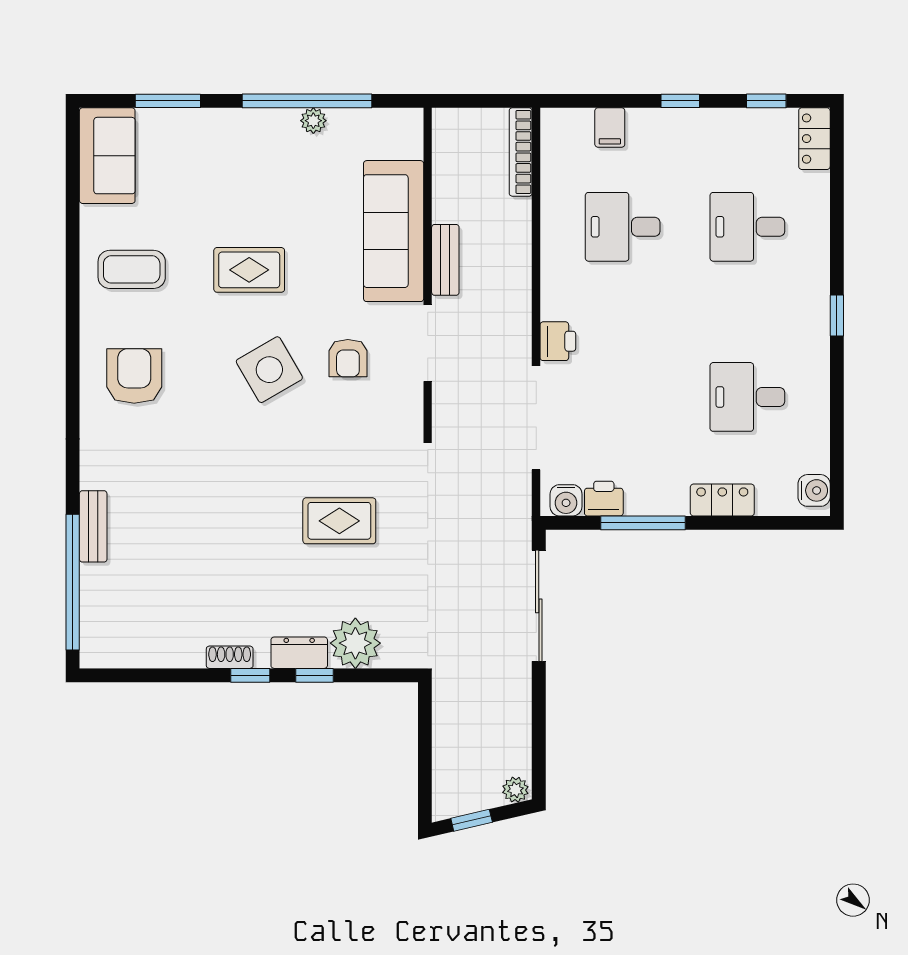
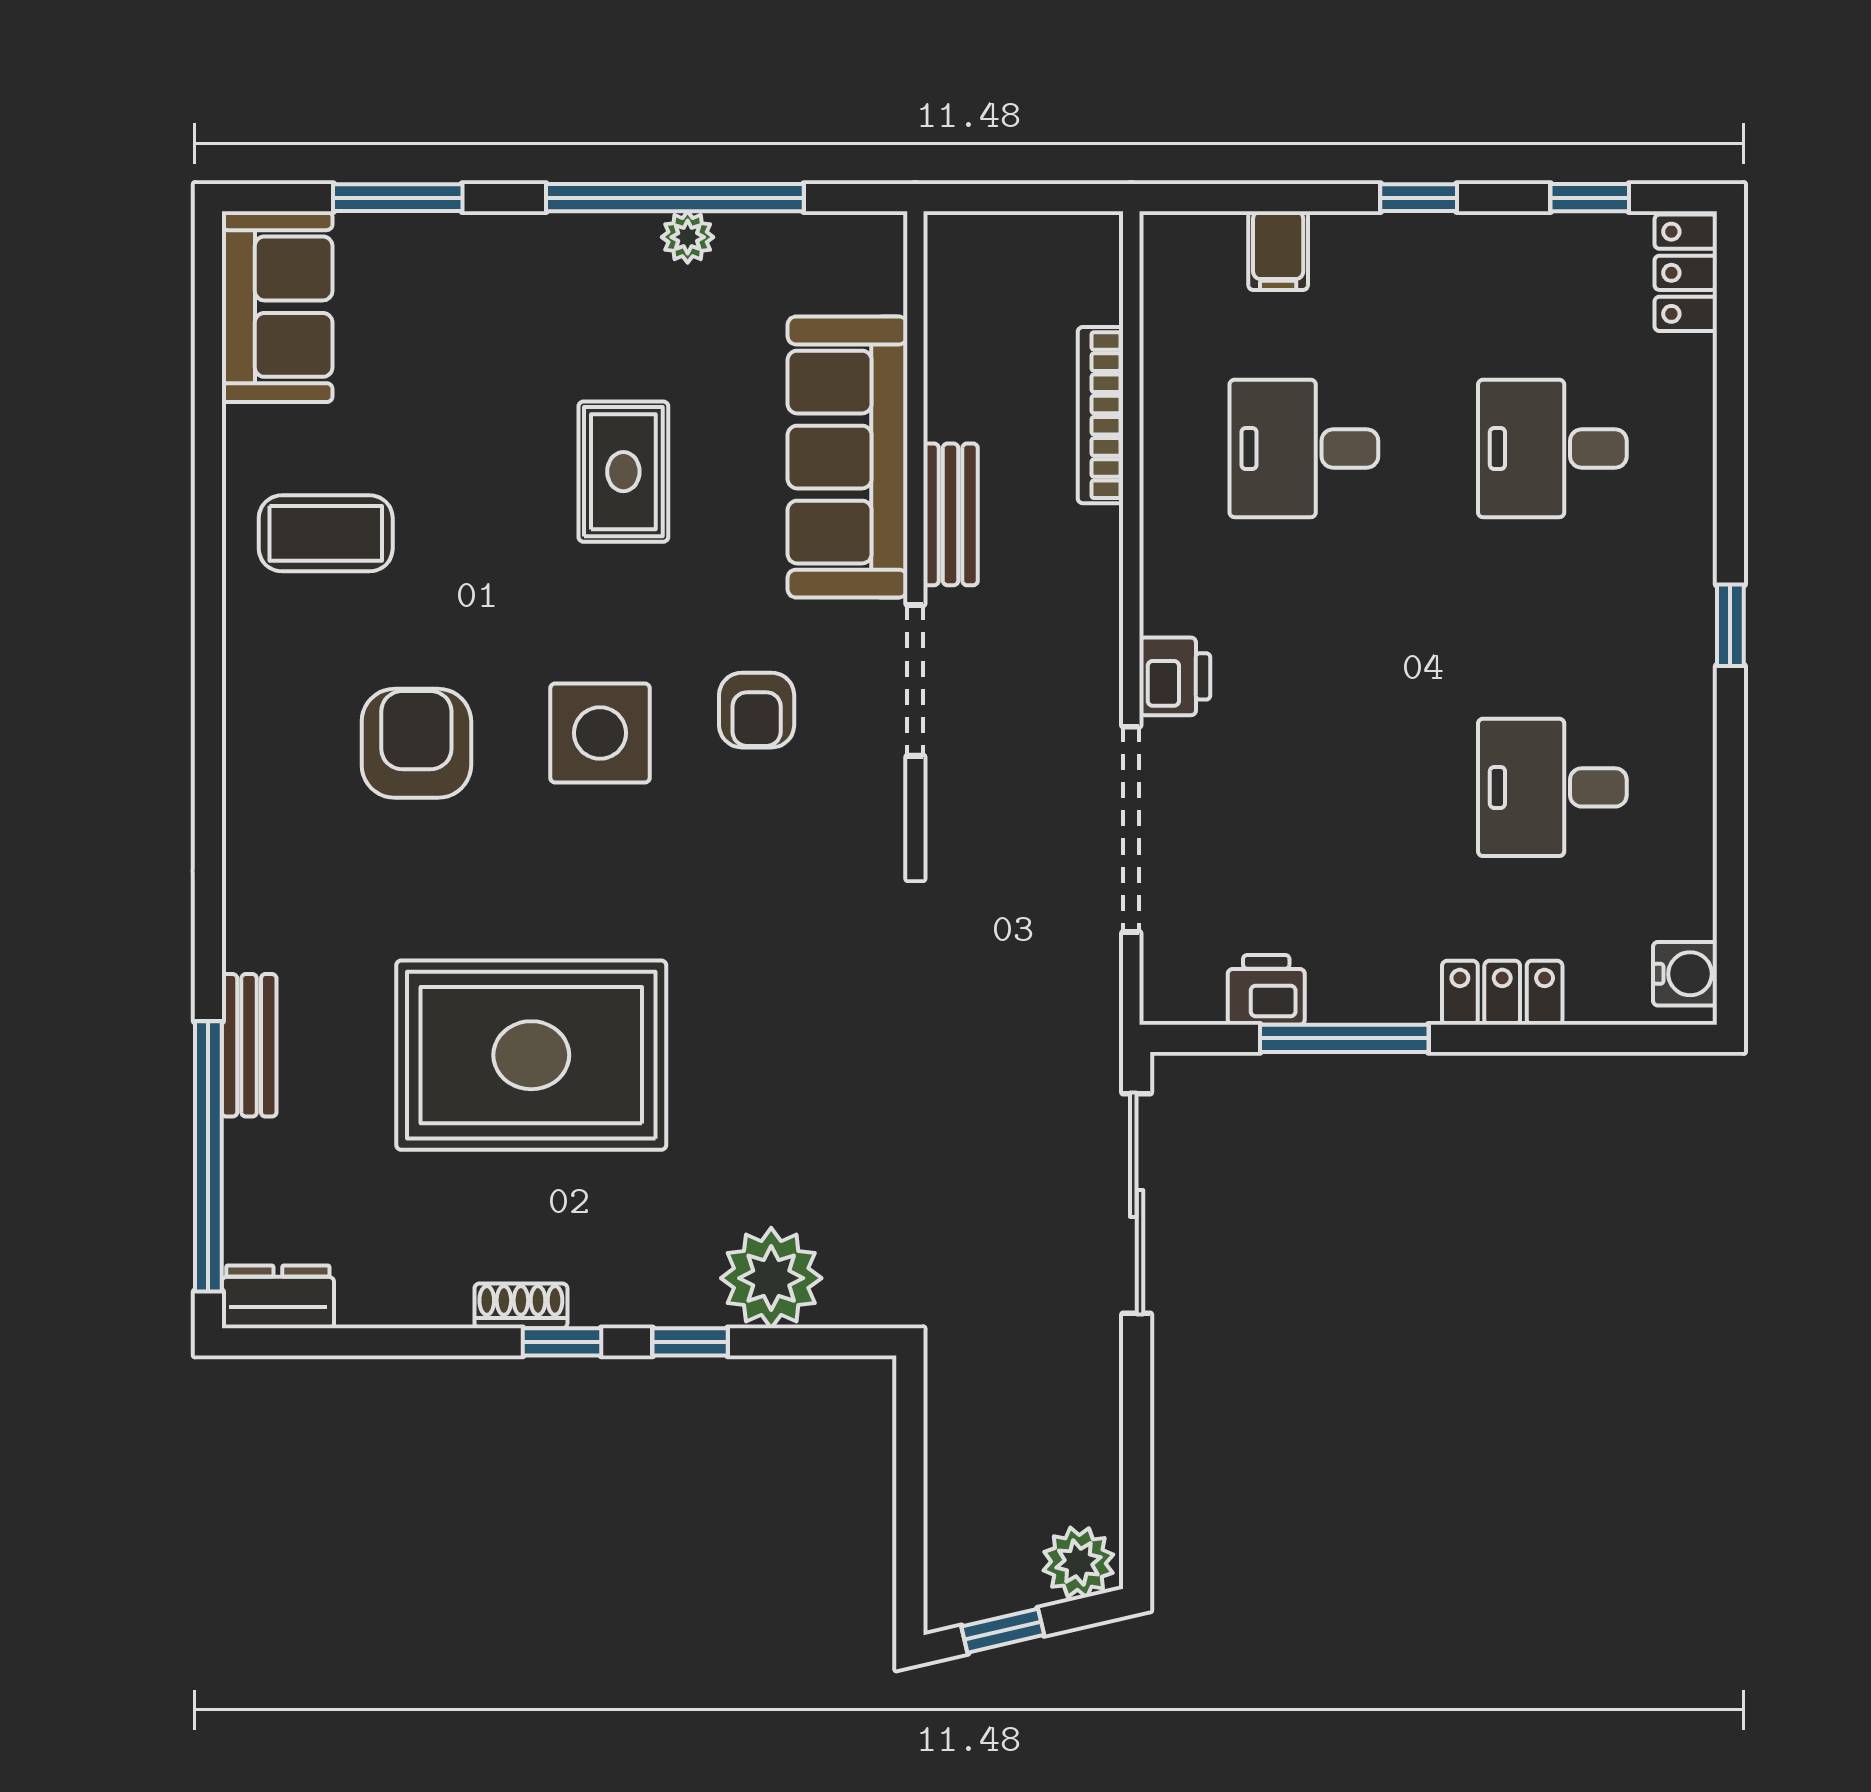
bookcase: (521, 152) -> (1101, 415), moved
rug: (249, 270) -> (623, 472), moved, turned 90
side table: (269, 370) -> (600, 733), turned 30
armchair: (134, 376) -> (416, 743), moved
water cooler: (566, 500) -> (1191, 993), removed
rug: (339, 521) -> (531, 1055), moved, width x1.86, depth x2.06
dresser: (299, 653) -> (278, 1297), moved
plant: (515, 790) -> (1078, 1562), width x1.38, depth x1.38

